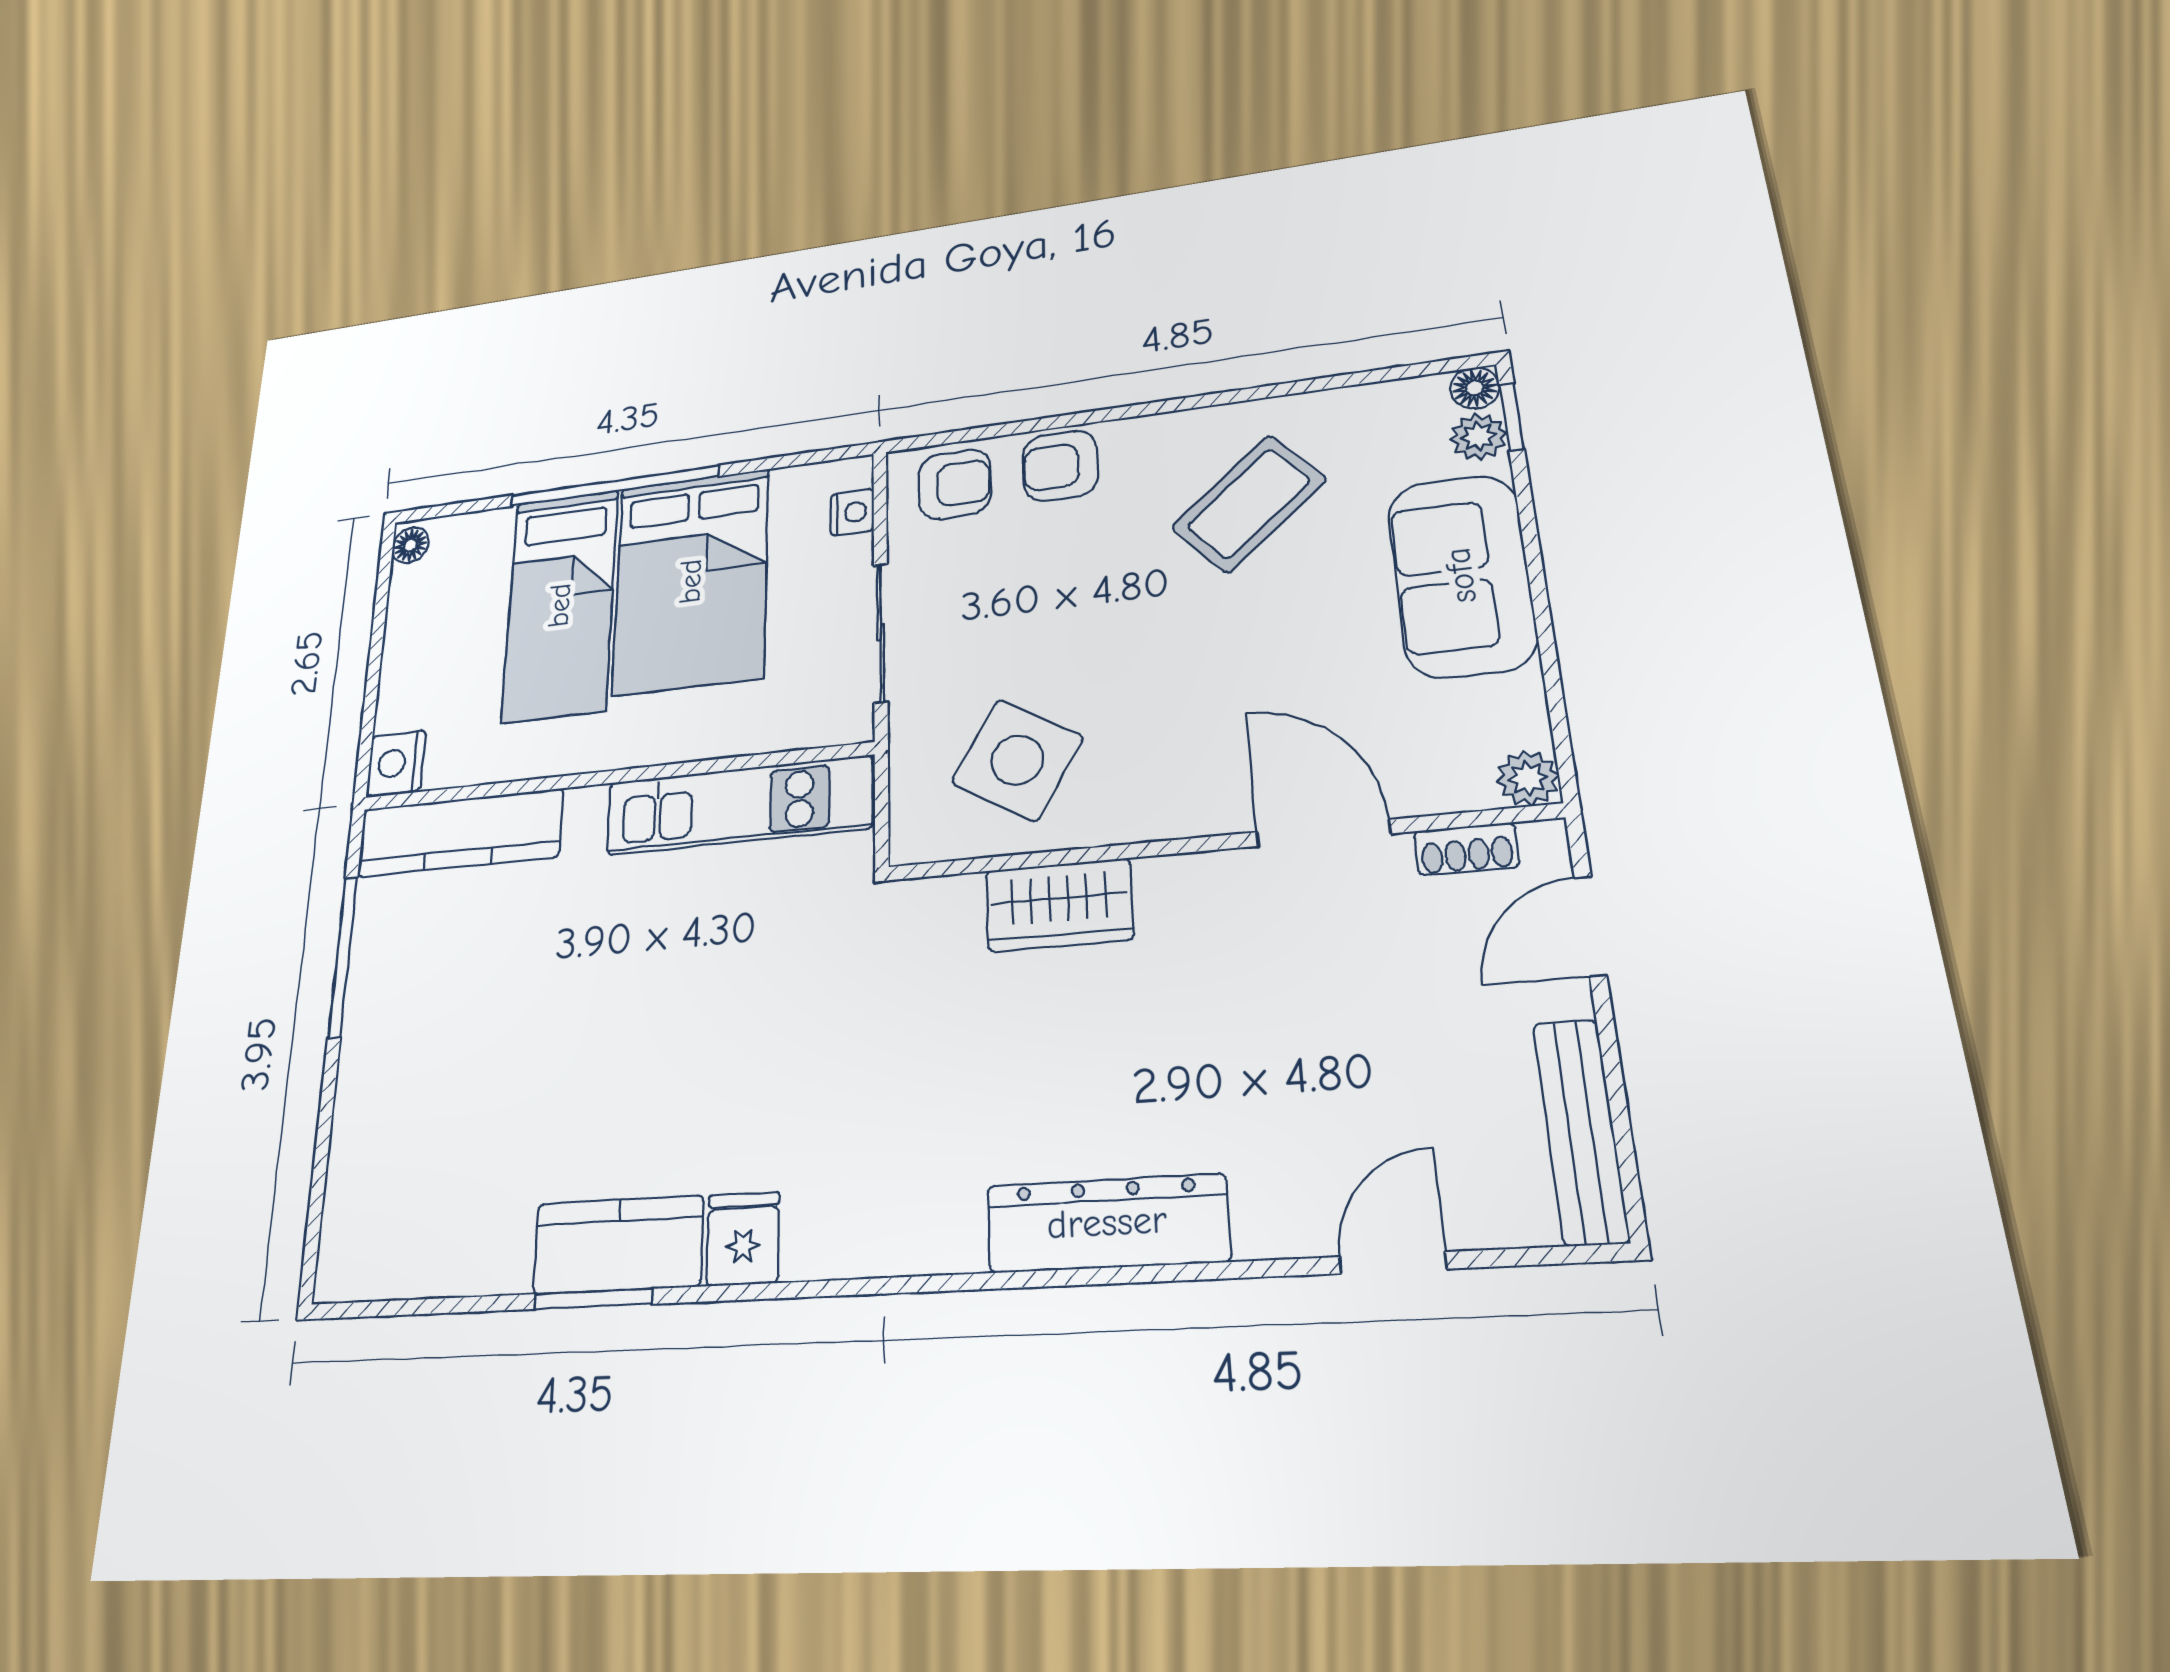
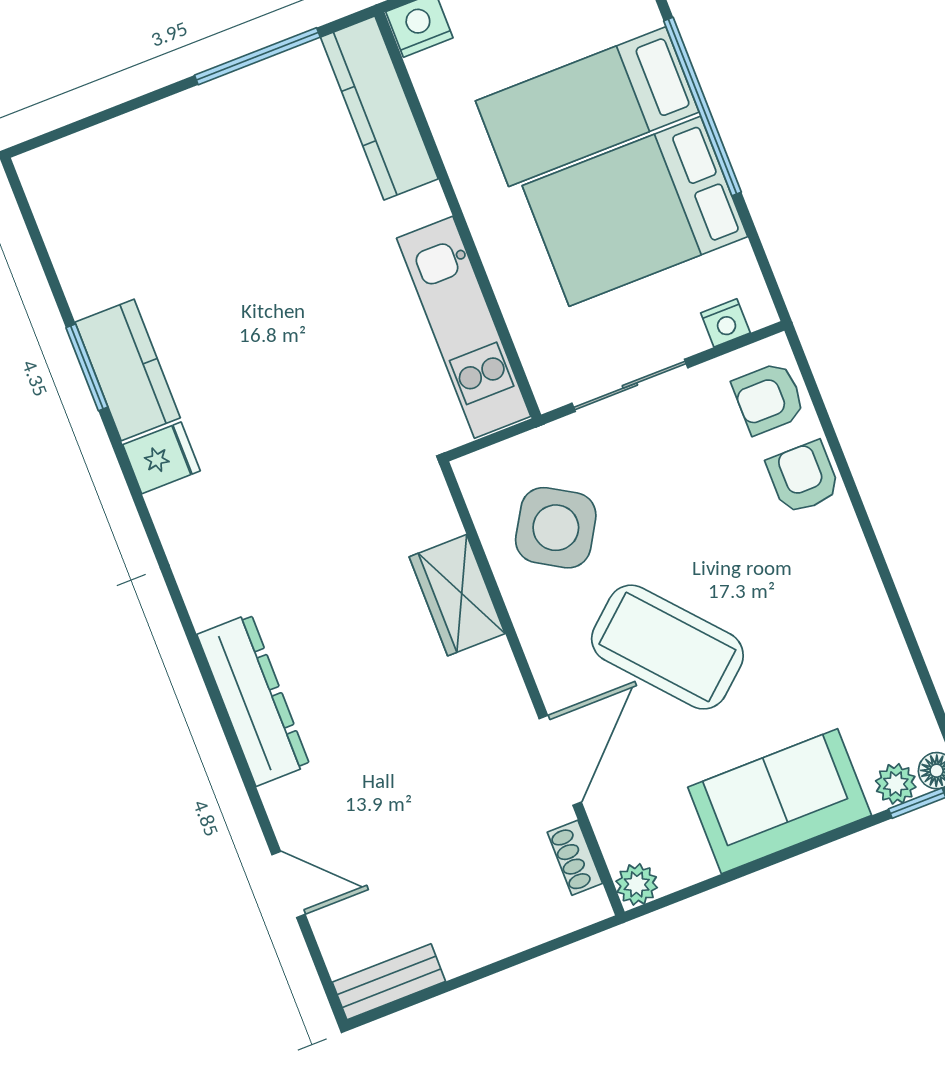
armchair: (955, 484) -> (769, 398), turned 90
coffee table: (1249, 504) -> (667, 647), moved, width x1.36, depth x1.32
door: (1590, 926) -> (543, 949), removed
bench: (1581, 1131) -> (389, 982), width x0.73

